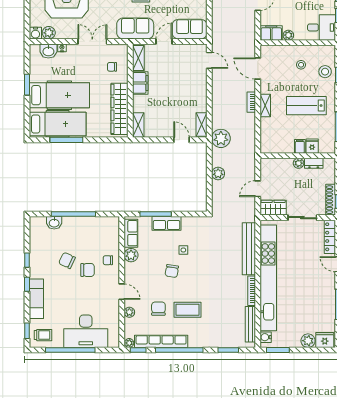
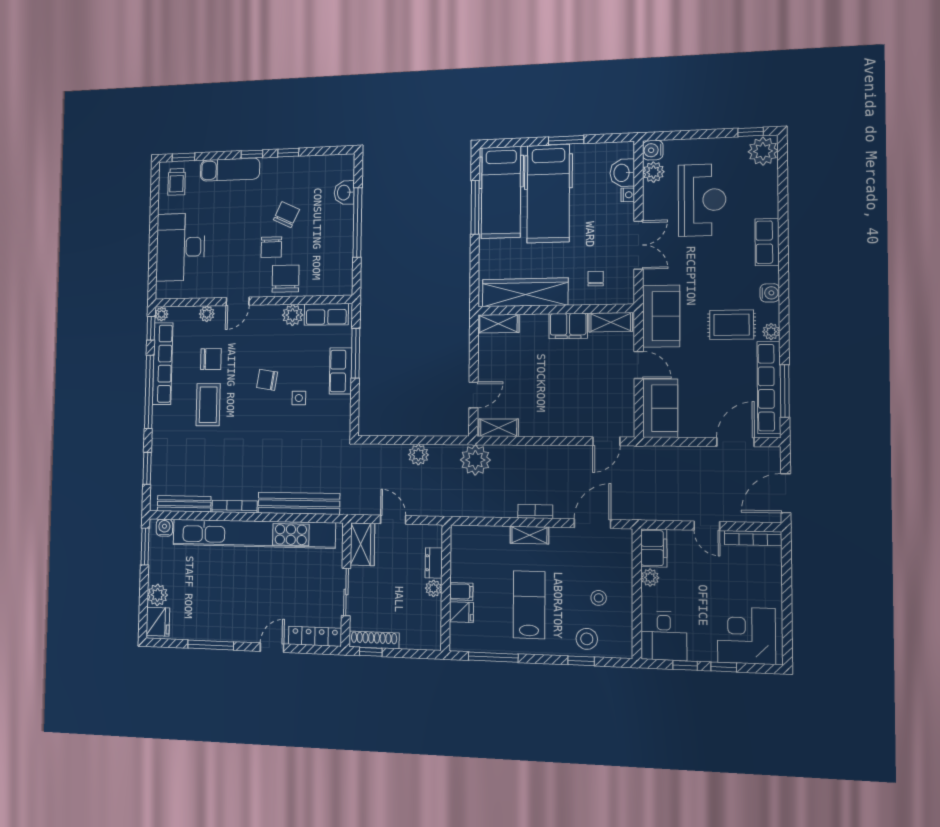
dresser: (314, 163) -> (434, 563), moved
chair: (108, 260) -> (286, 279), width x1.87, depth x1.87
window: (70, 350) -> (154, 224), removed

